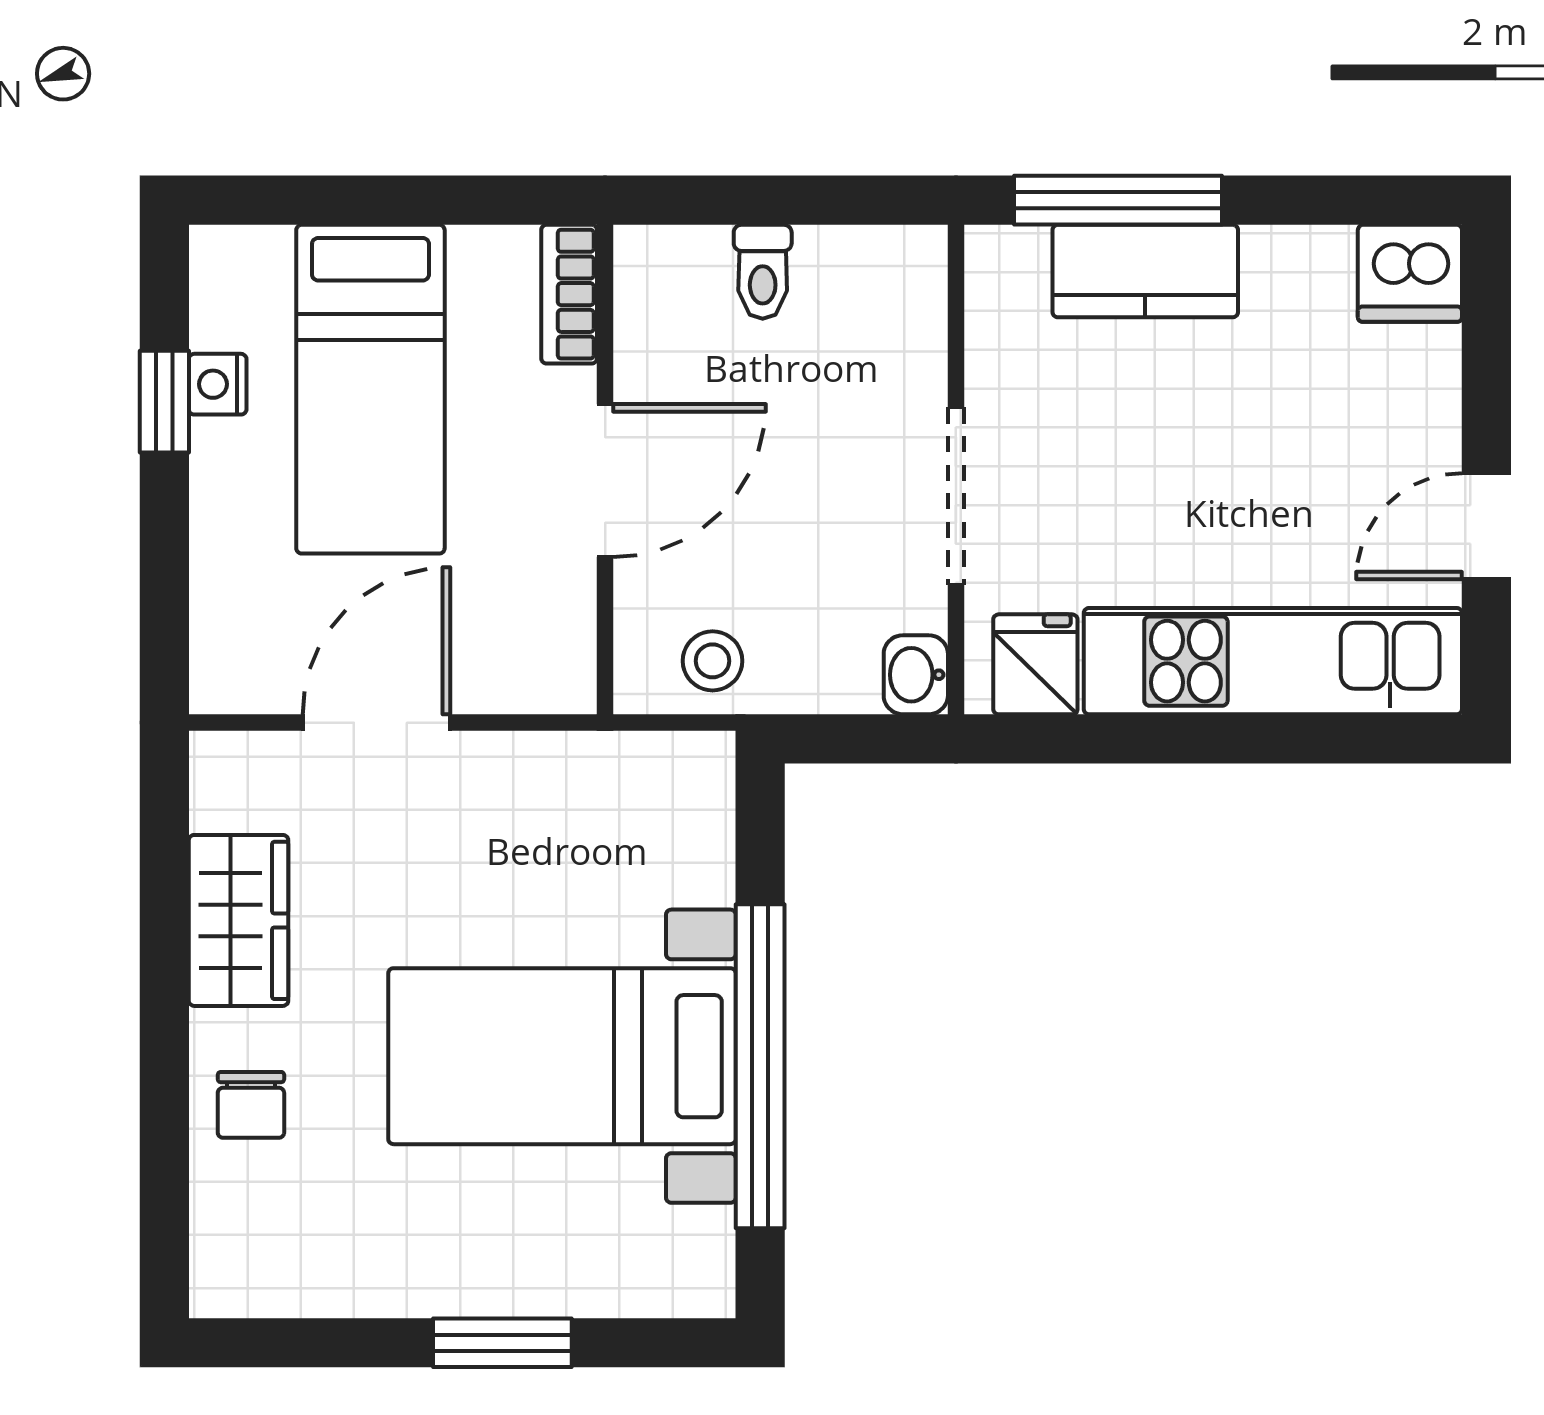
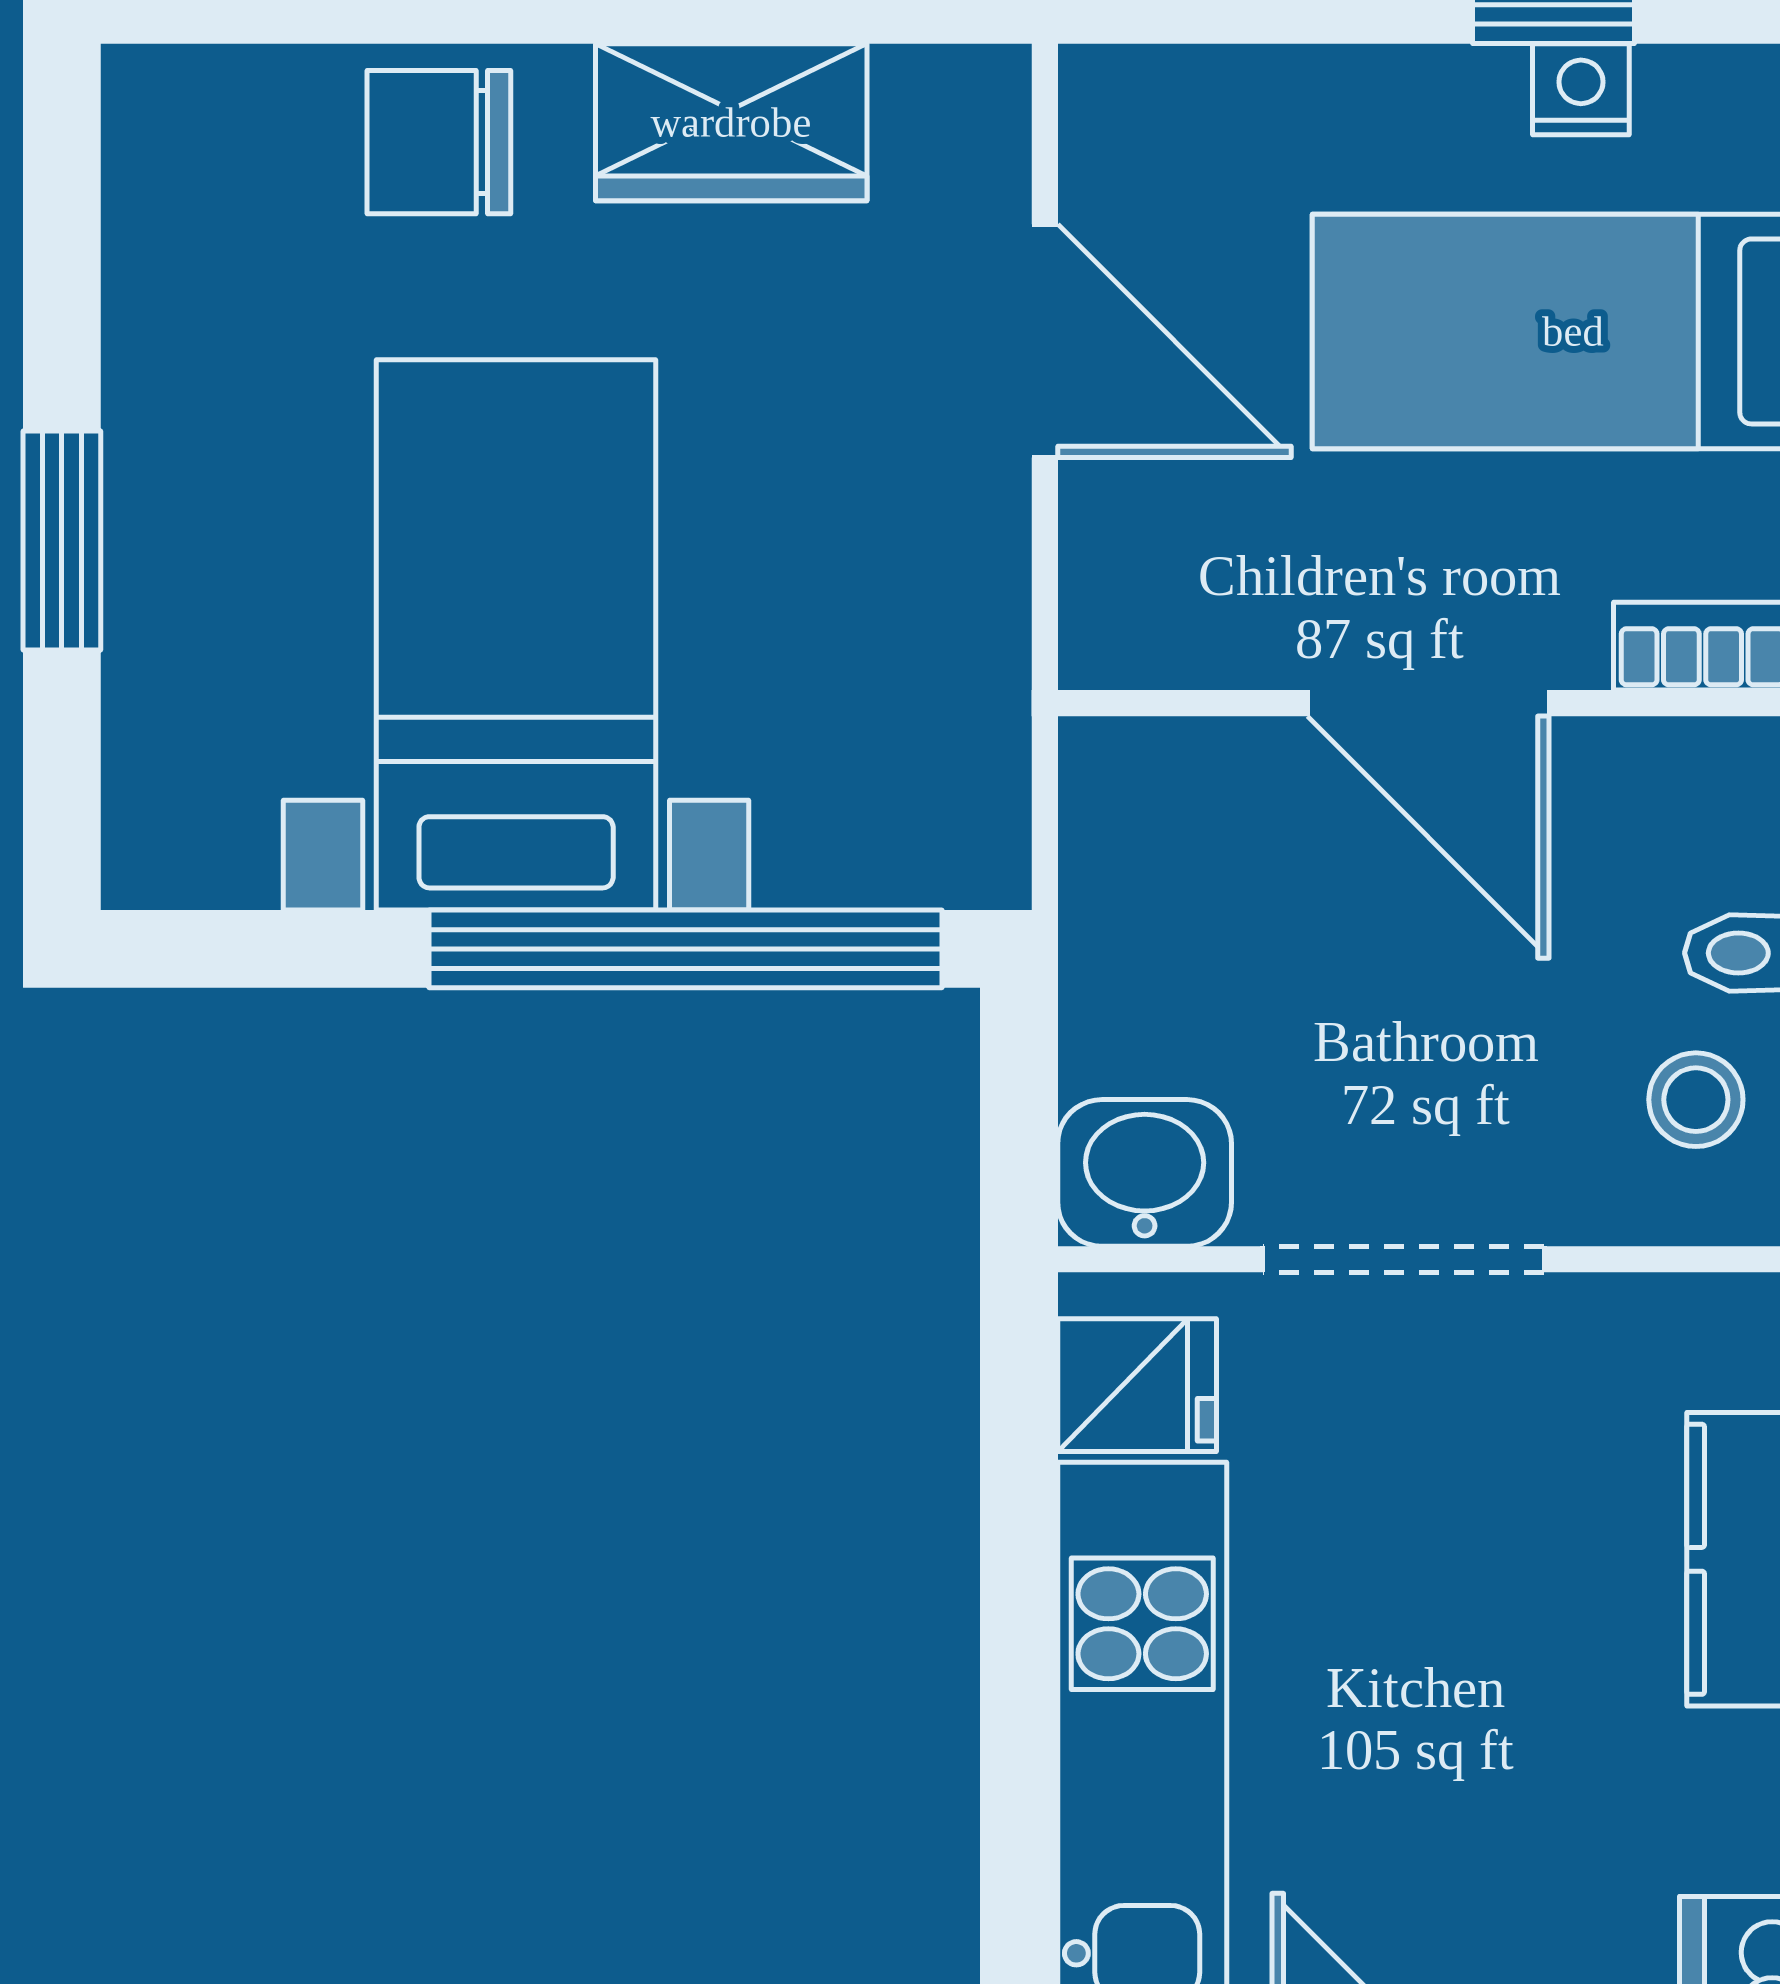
stool: (713, 661) -> (1696, 1100), moved
washbasin: (916, 675) -> (1145, 1173), width x1.38, depth x1.45
window: (760, 1066) -> (686, 949), moved
chair: (251, 1105) -> (439, 142), width x1.37, depth x1.37

